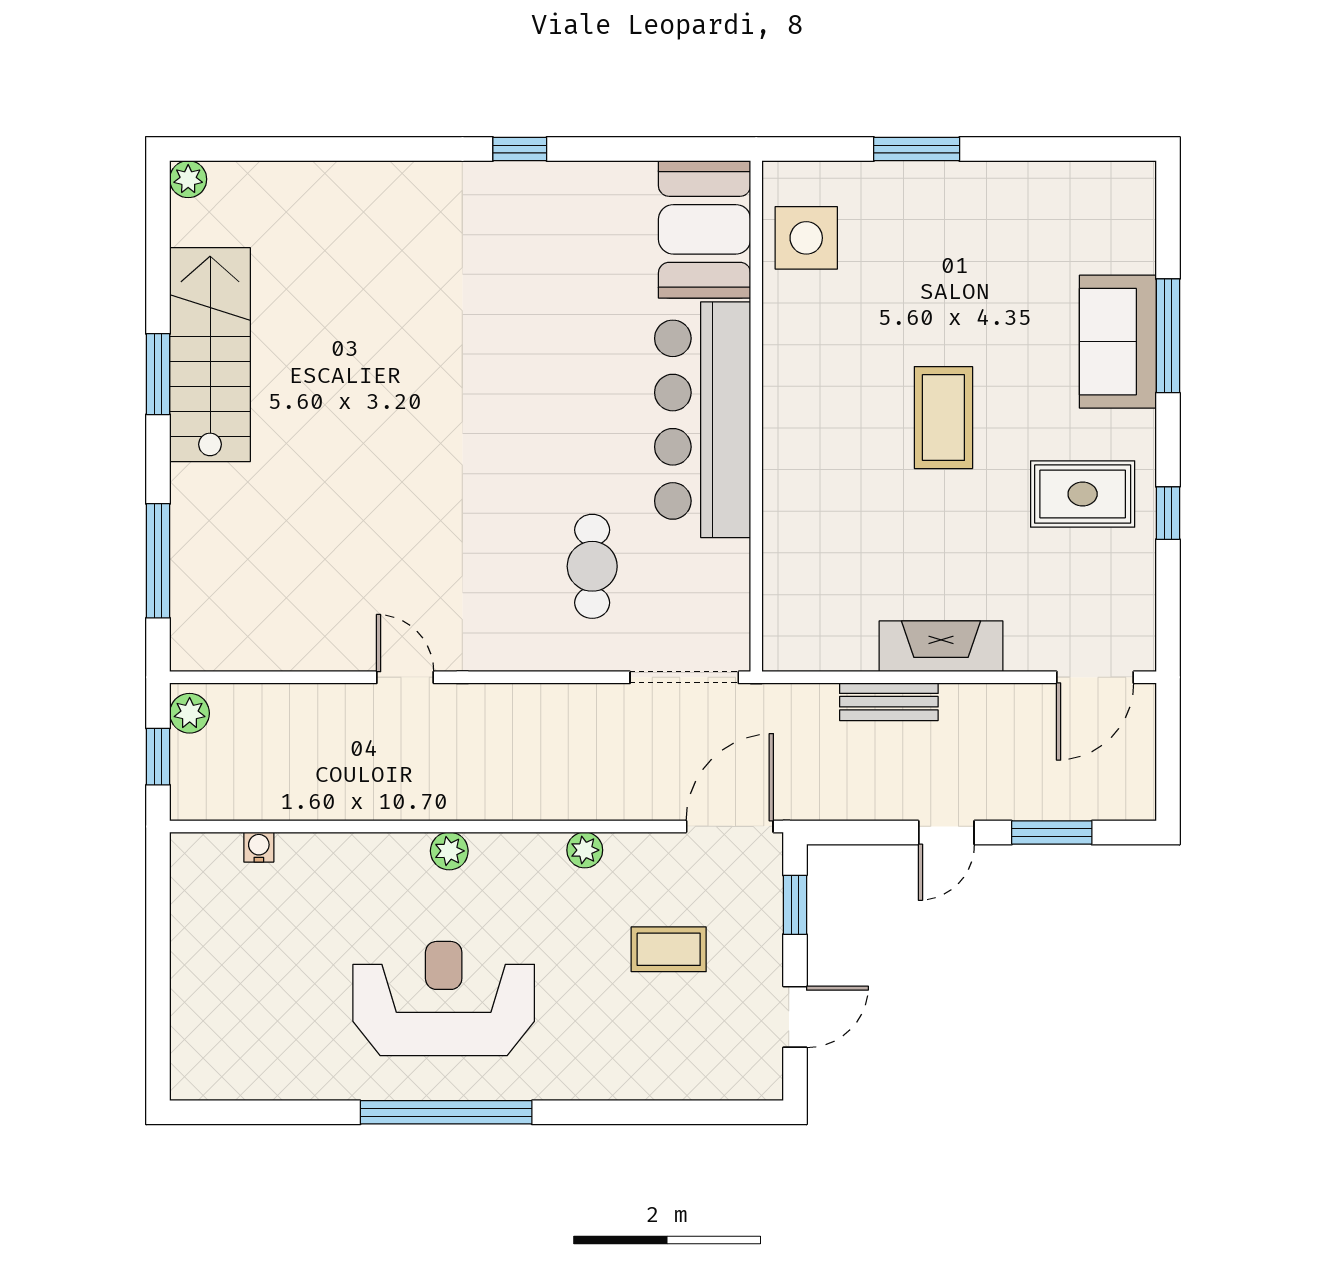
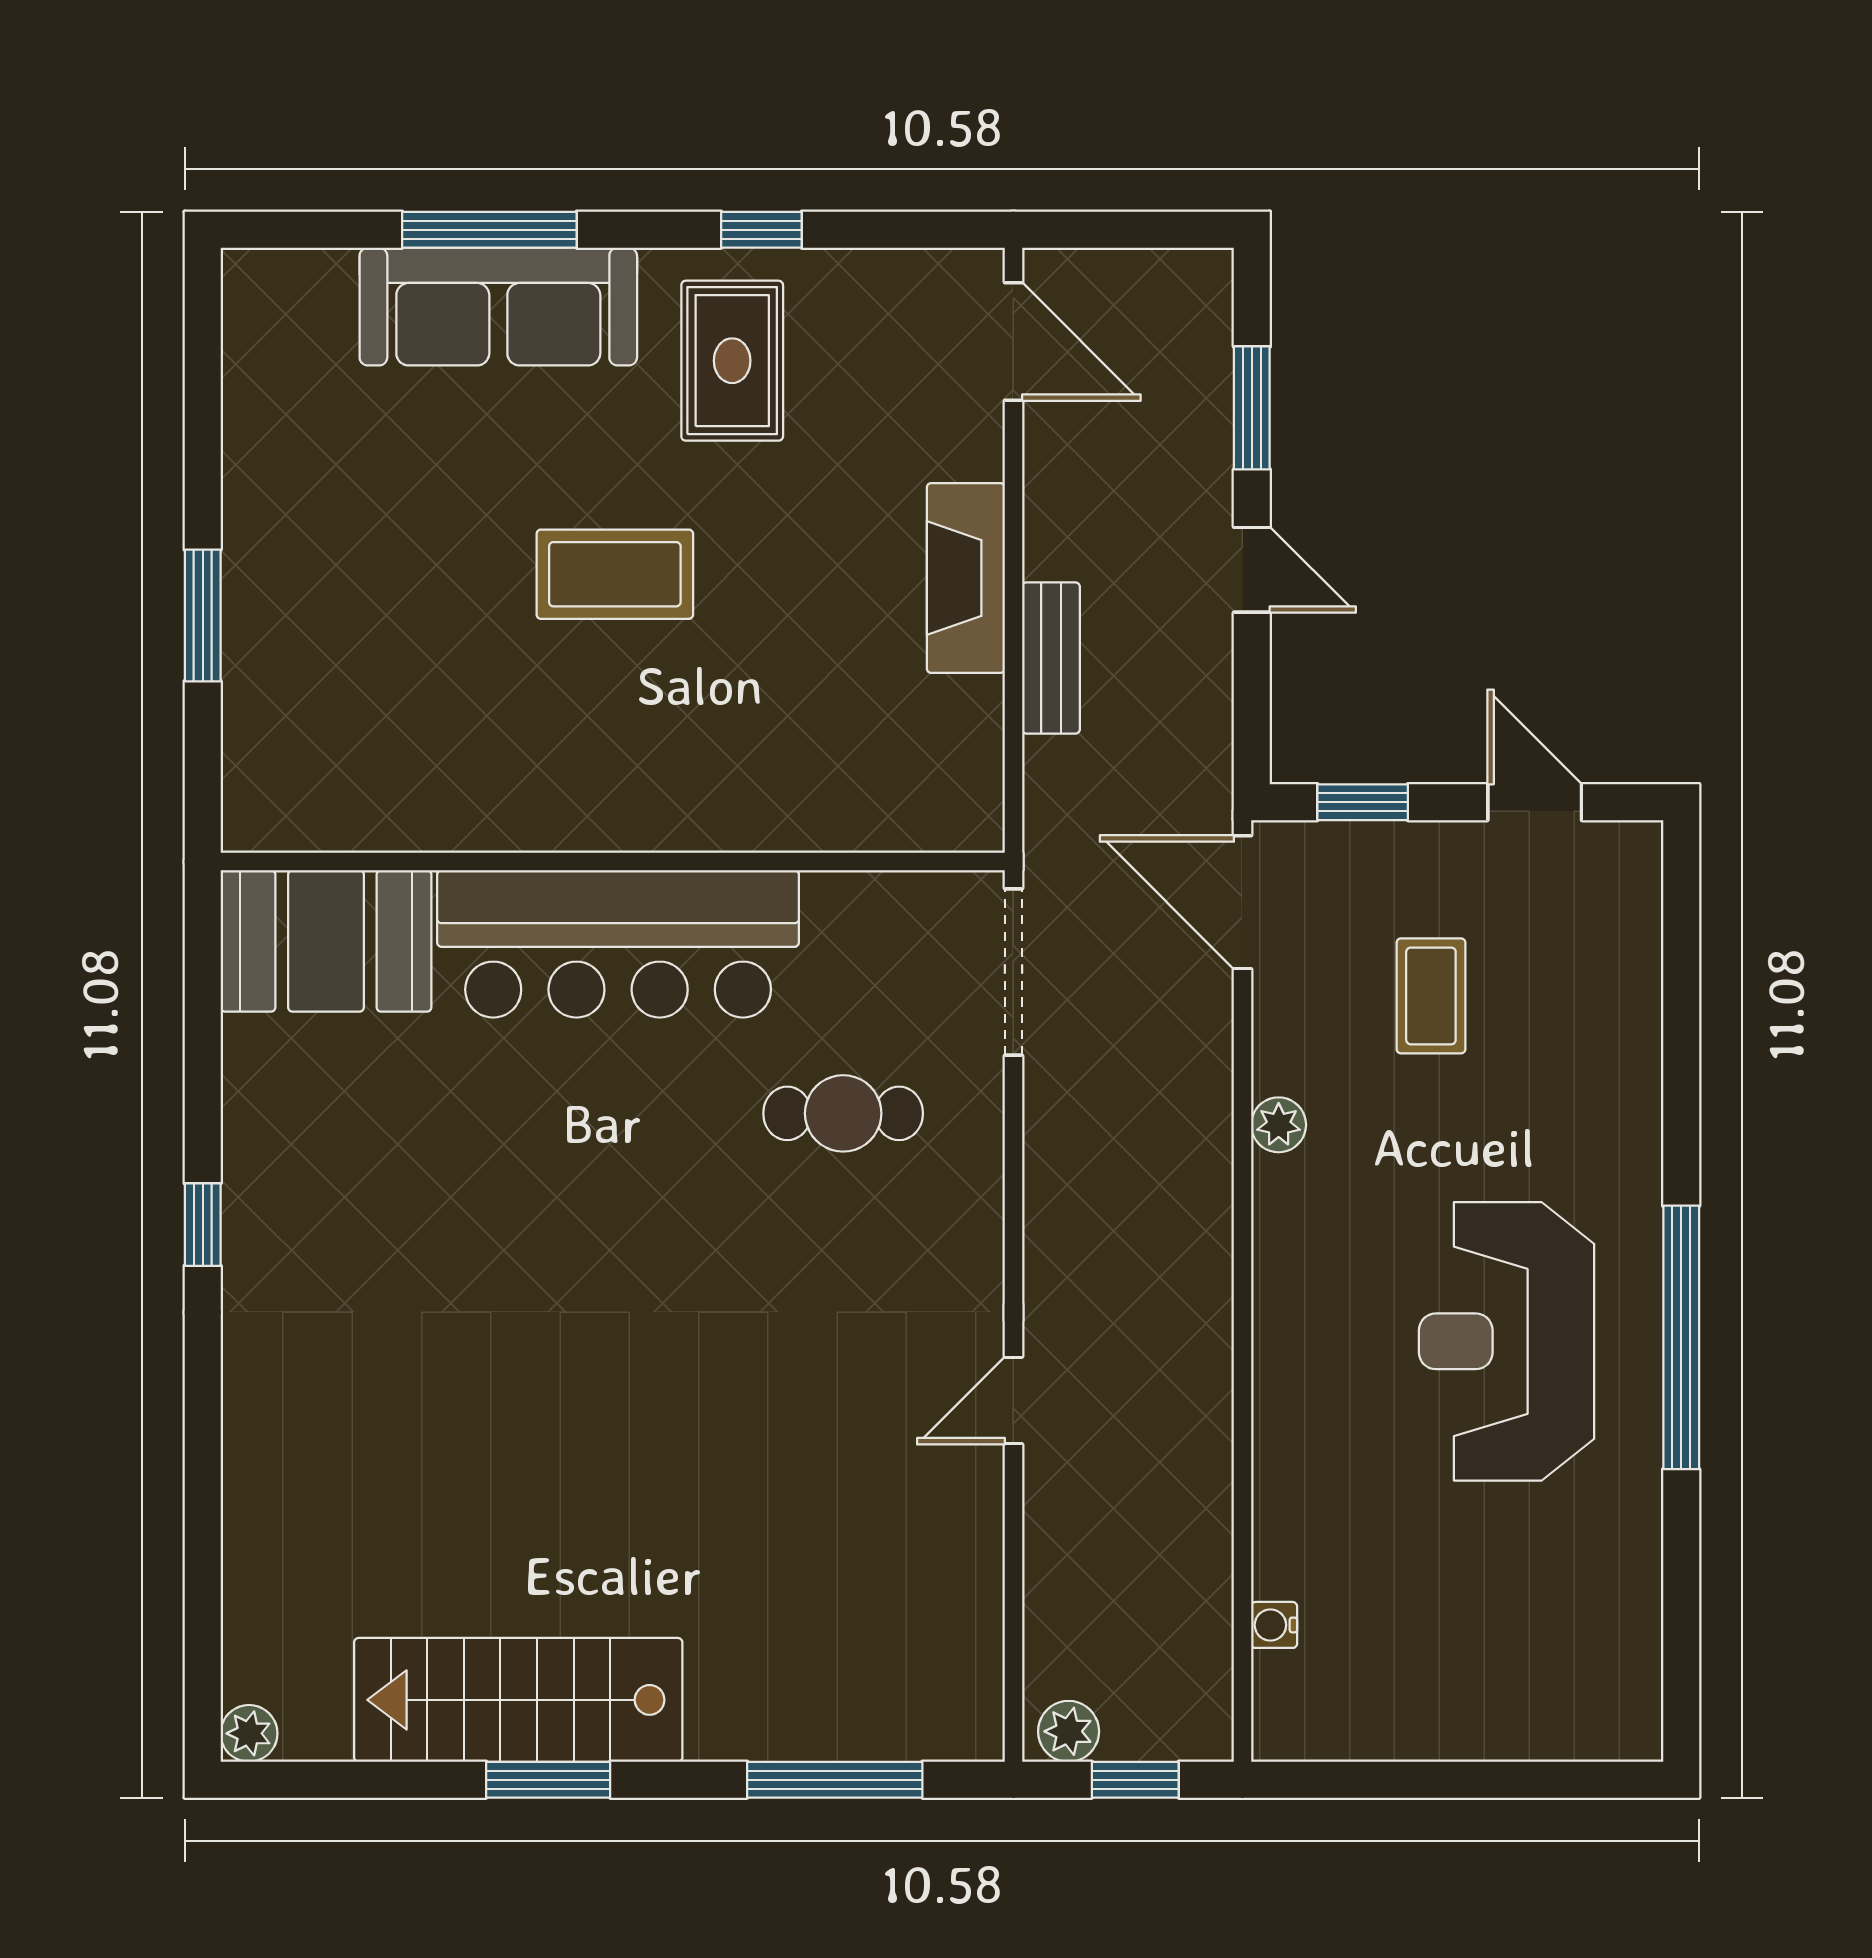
side table: (806, 238) -> (339, 785), removed
sofa: (1118, 342) -> (498, 307), width x1.36
plant: (449, 851) -> (1280, 1333), removed

